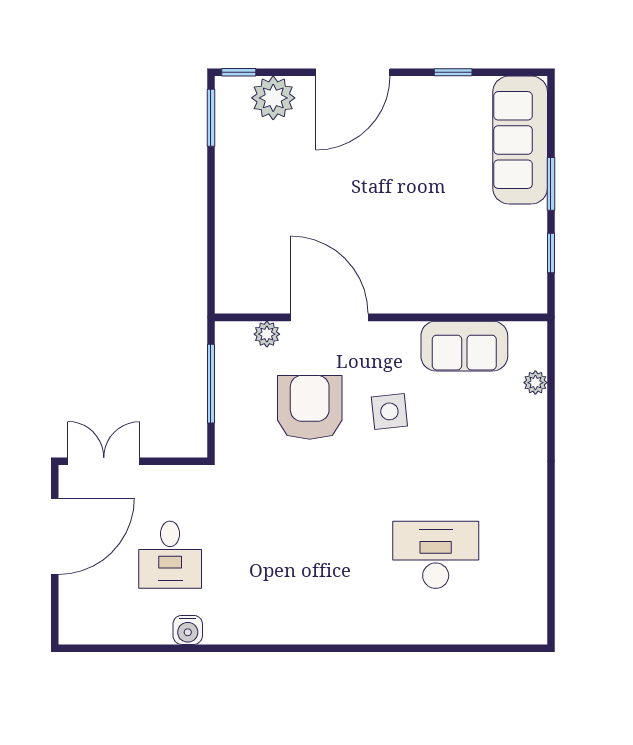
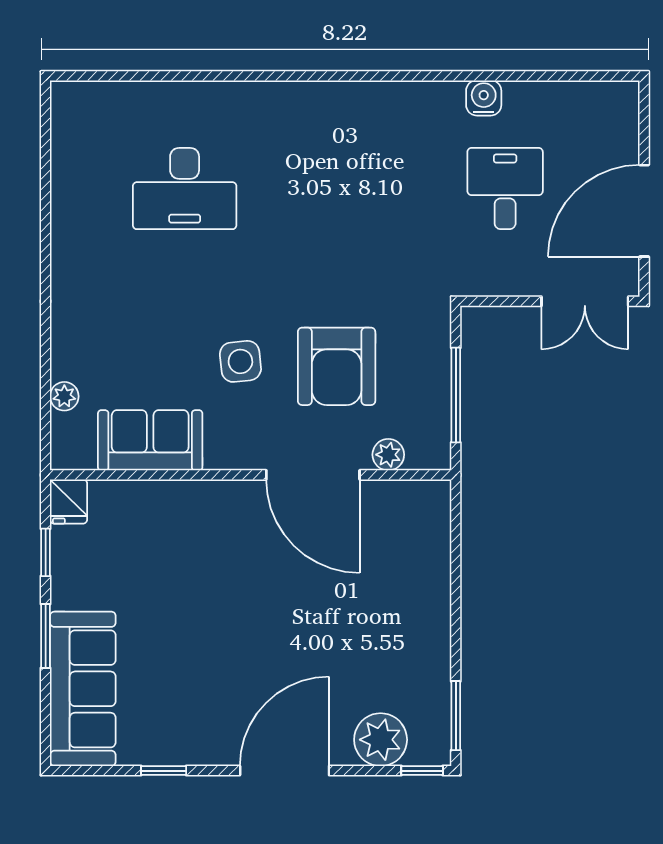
fridge: (532, 295) -> (69, 501), added

